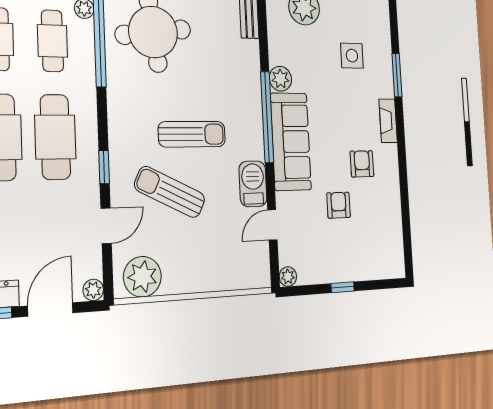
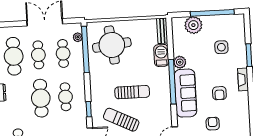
cafe table: (55, 137) -> (65, 97), width x0.73, depth x0.74
armchair: (362, 164) -> (219, 93), moved, turned 180
barbecue: (253, 184) -> (161, 55), moved

